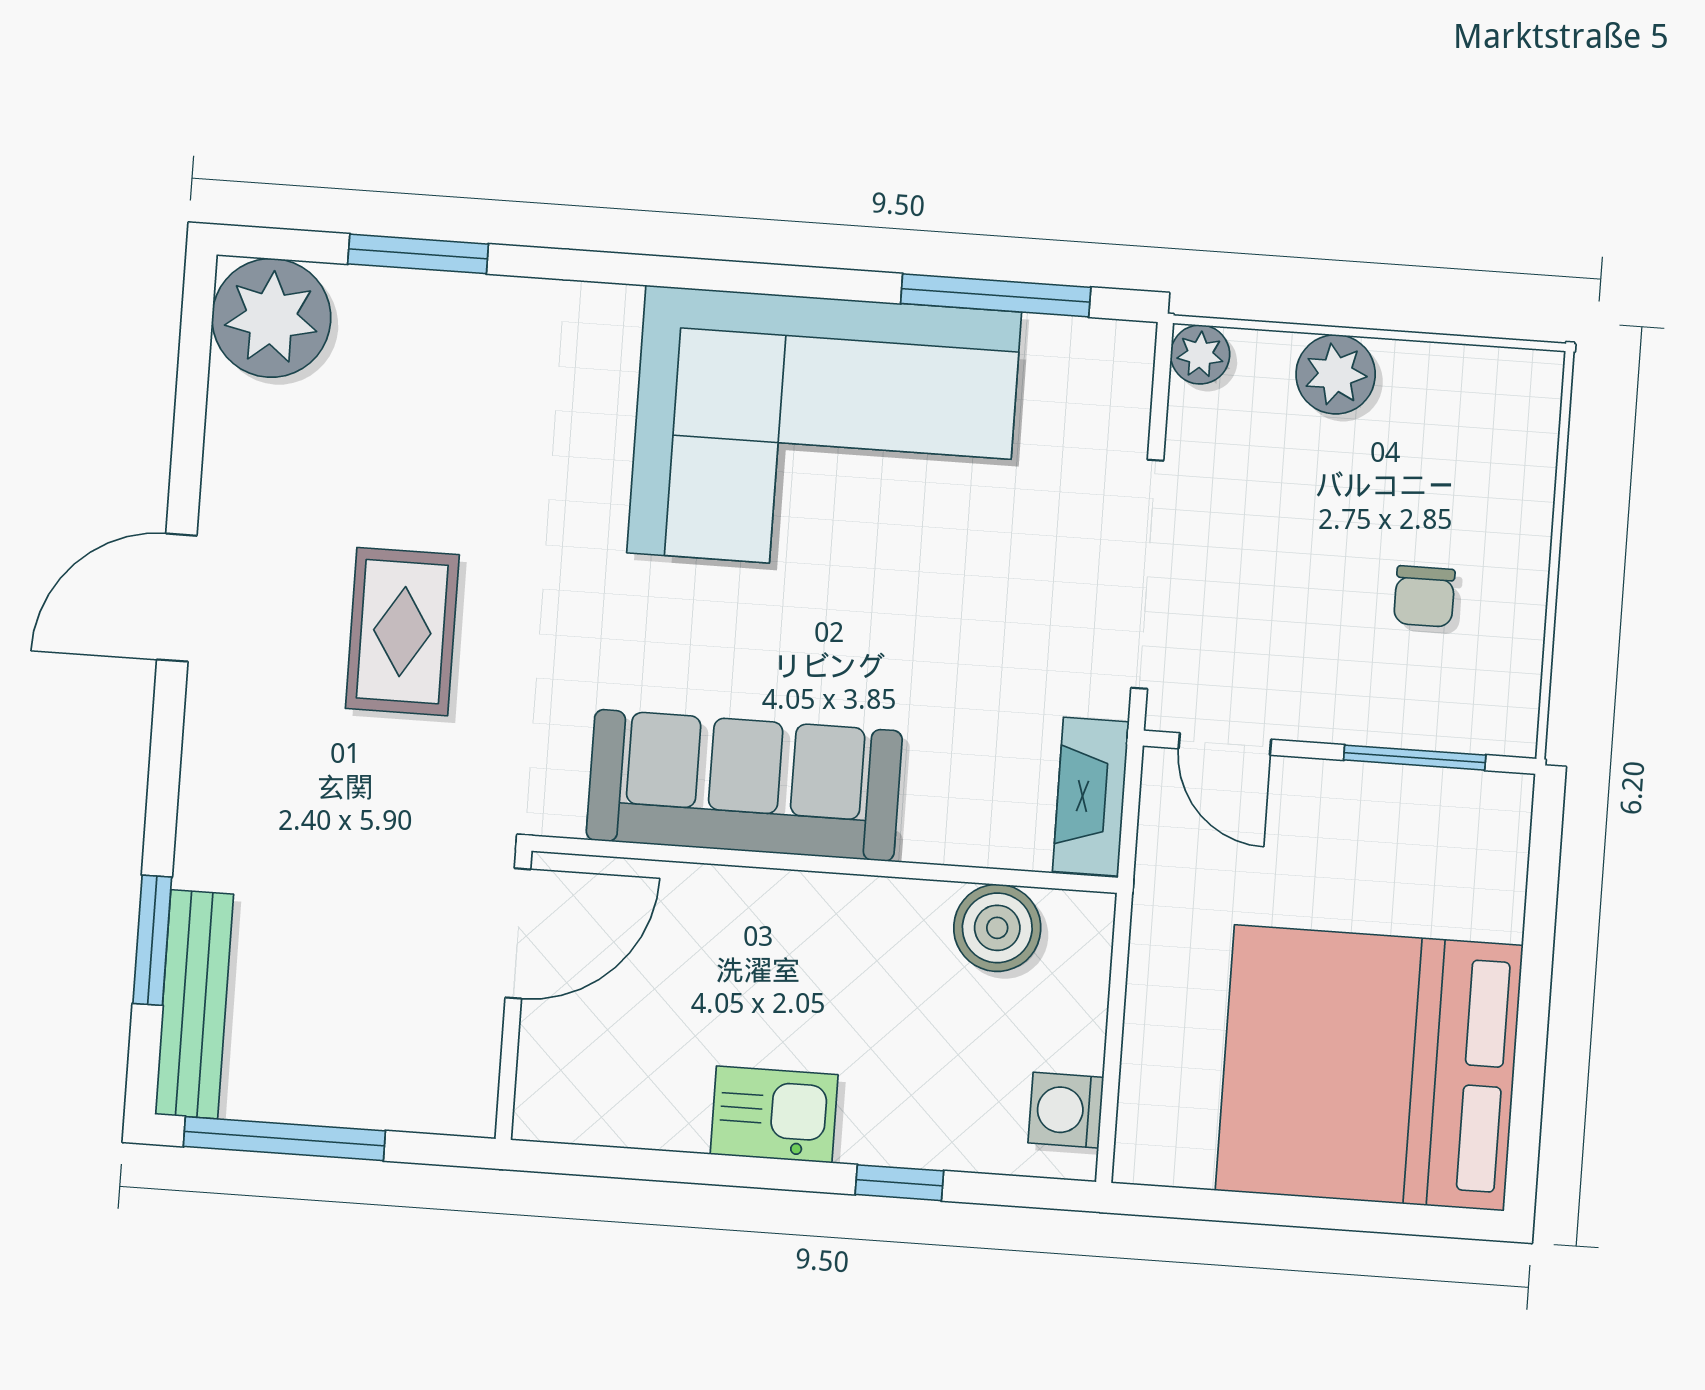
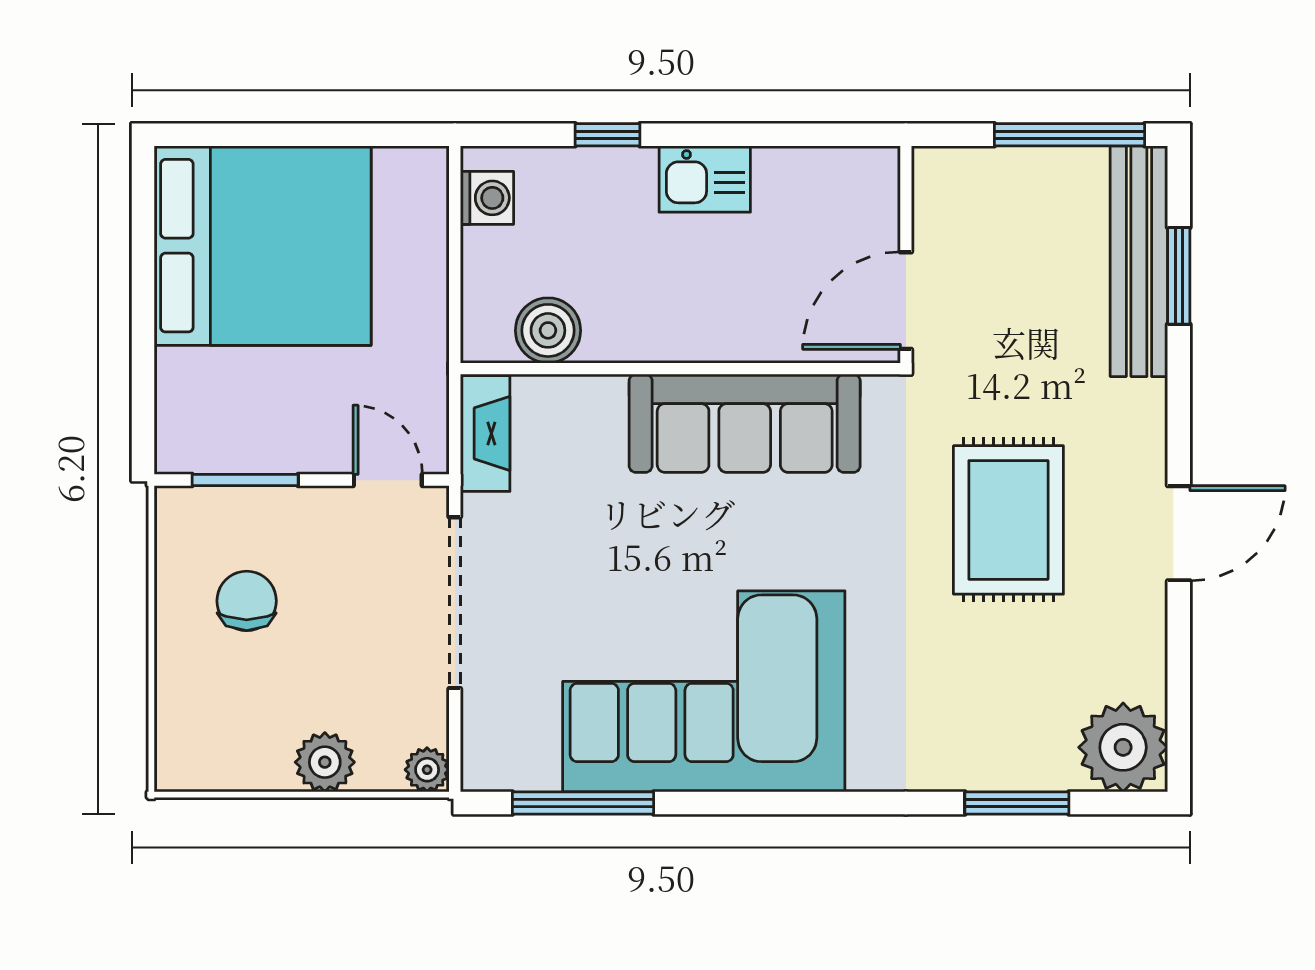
chair: (1424, 596) -> (247, 601), width x1.37, depth x1.37
rug: (402, 632) -> (1008, 520), width x1.36, depth x1.43
bench: (194, 1004) -> (1139, 261), width x1.37, depth x1.21

